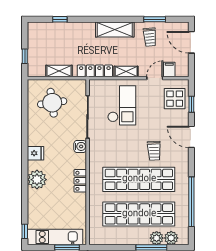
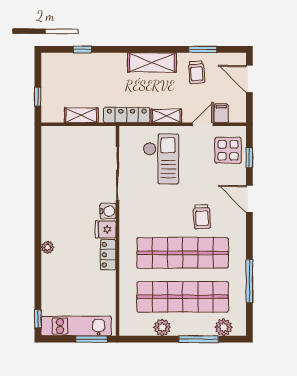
round table: (52, 103) -> (73, 156), removed
fridge: (35, 153) -> (106, 229), moved, turned 180
plant: (37, 180) -> (48, 247), width x0.53, depth x0.53
window: (191, 202) -> (249, 281), width x0.68
plant: (157, 238) -> (162, 327), moved

